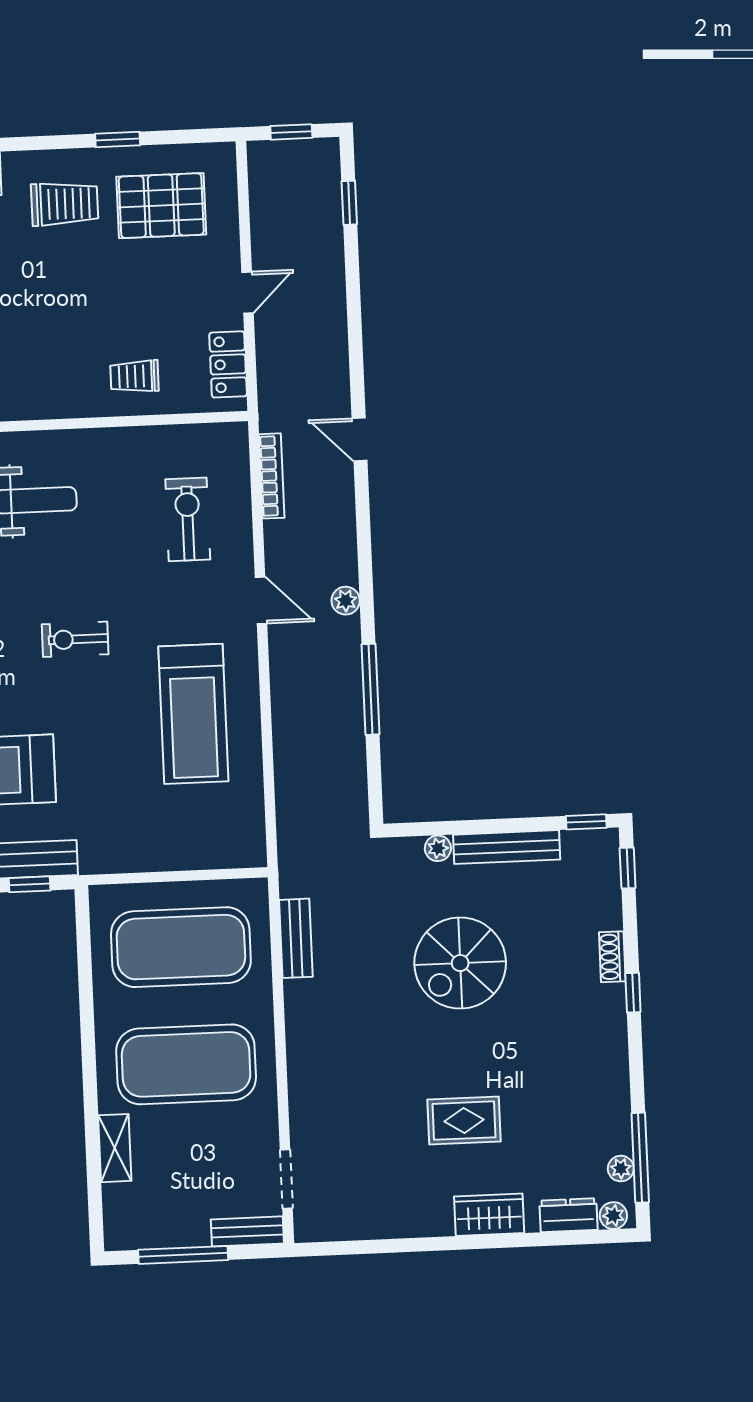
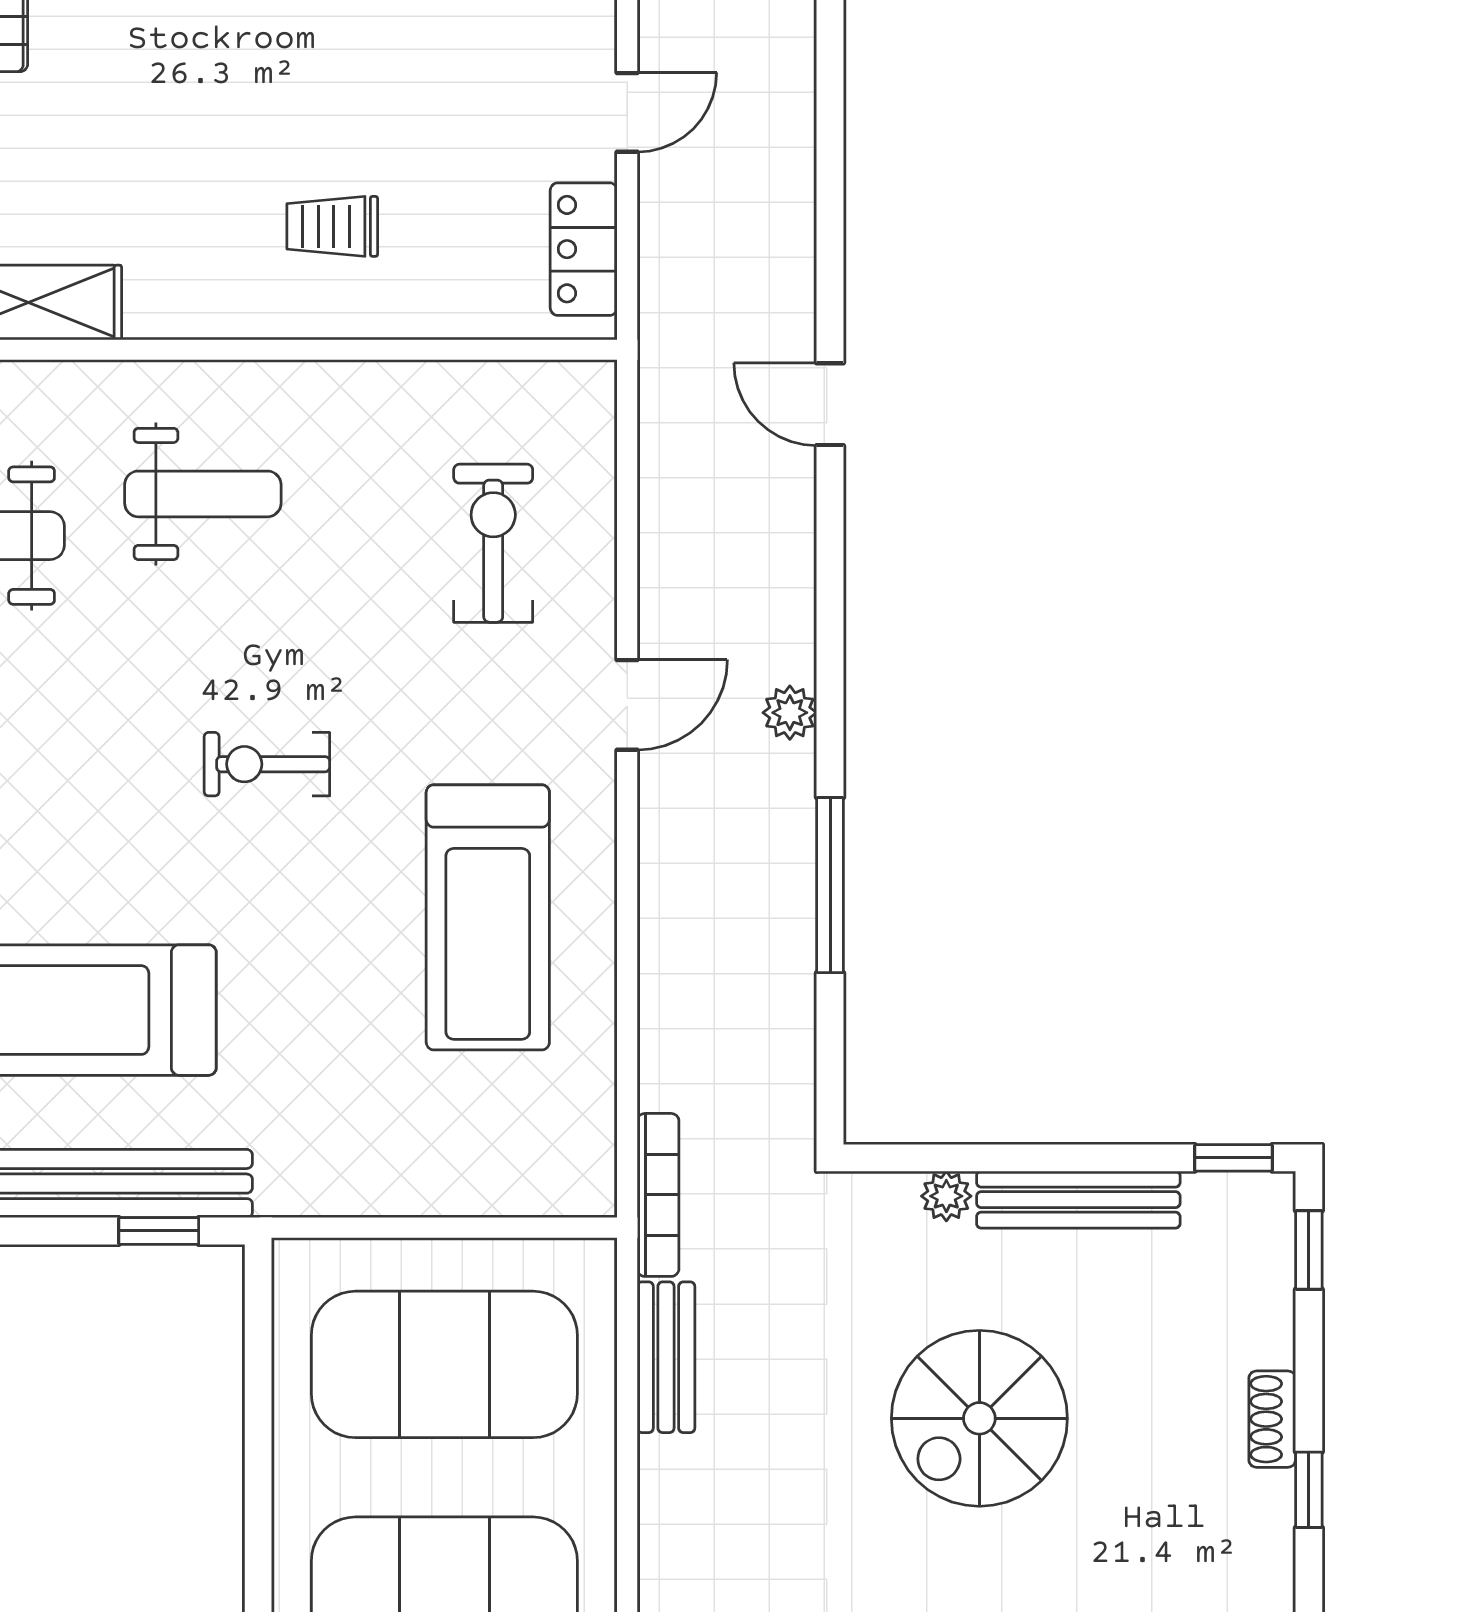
trolley: (134, 376) -> (332, 226), moved
bookcase: (272, 476) -> (658, 1195), moved
door: (261, 600) -> (627, 705), hinge flipped

